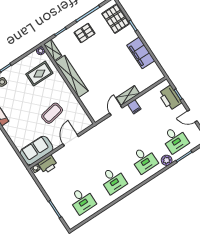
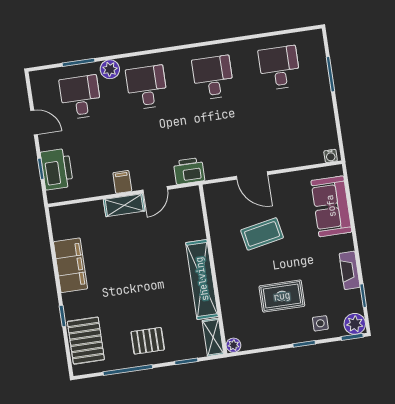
rug: (39, 74) -> (282, 296), moved
door: (71, 140) -> (252, 175), hinge flipped
sofa: (37, 150) -> (331, 206), moved, turned 90
printer: (48, 164) -> (189, 171), moved

